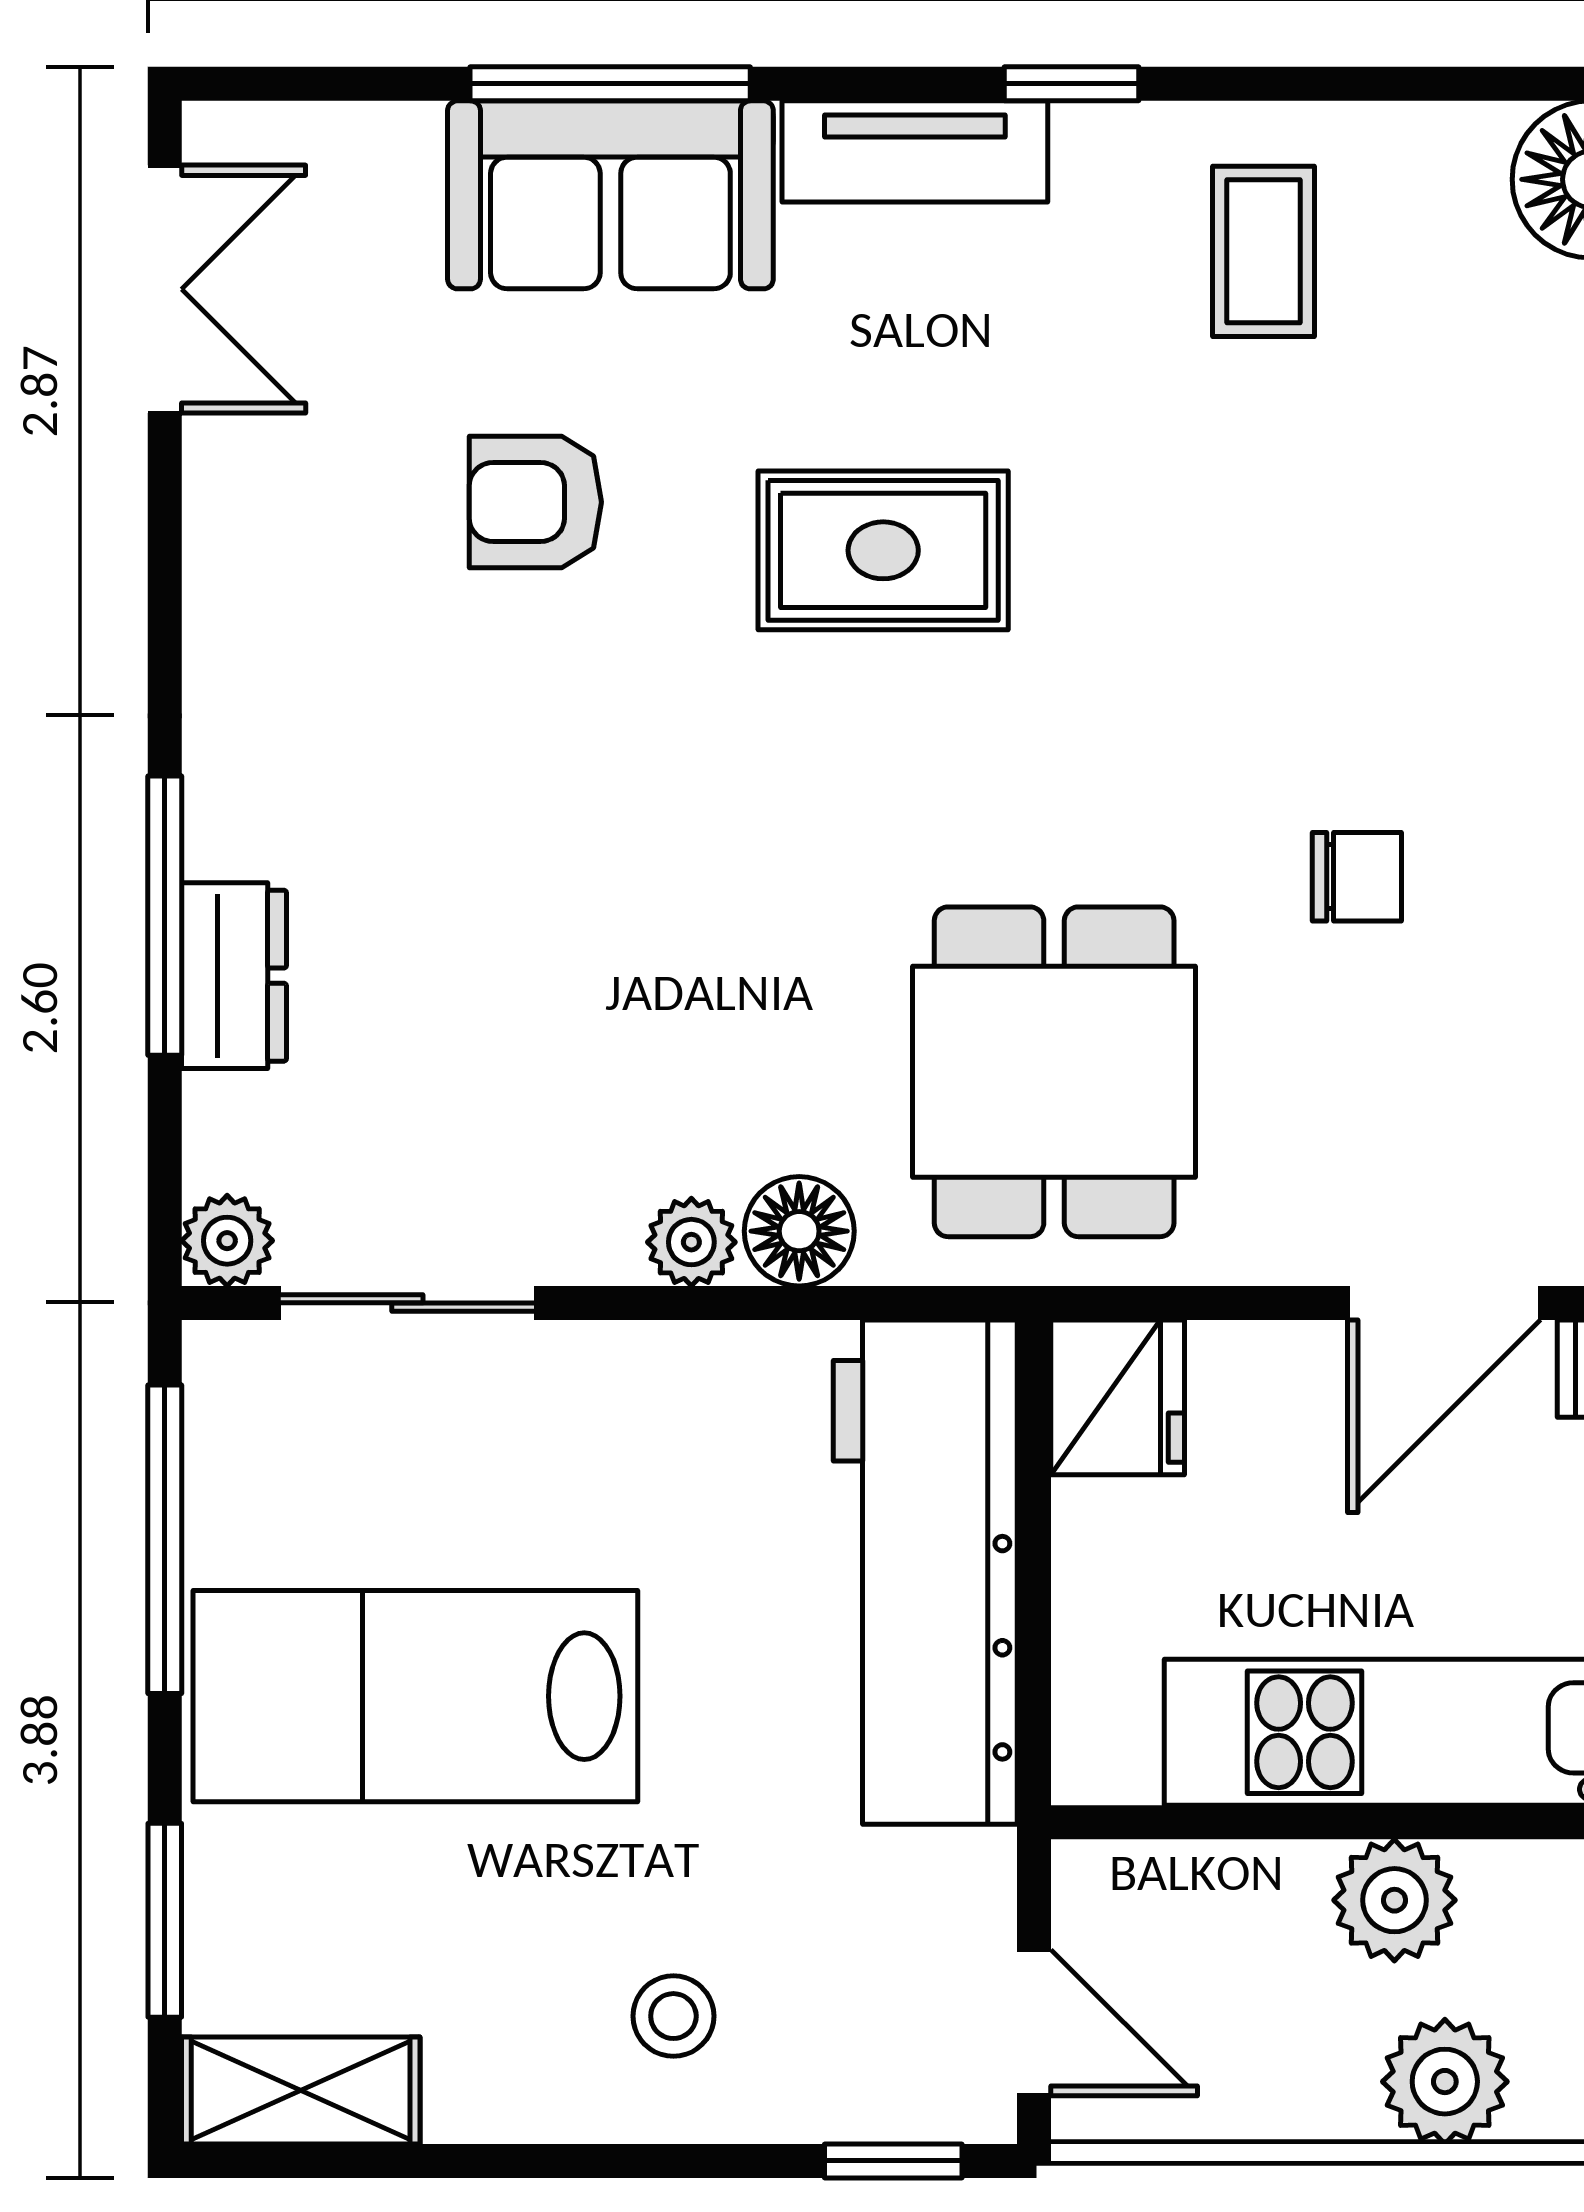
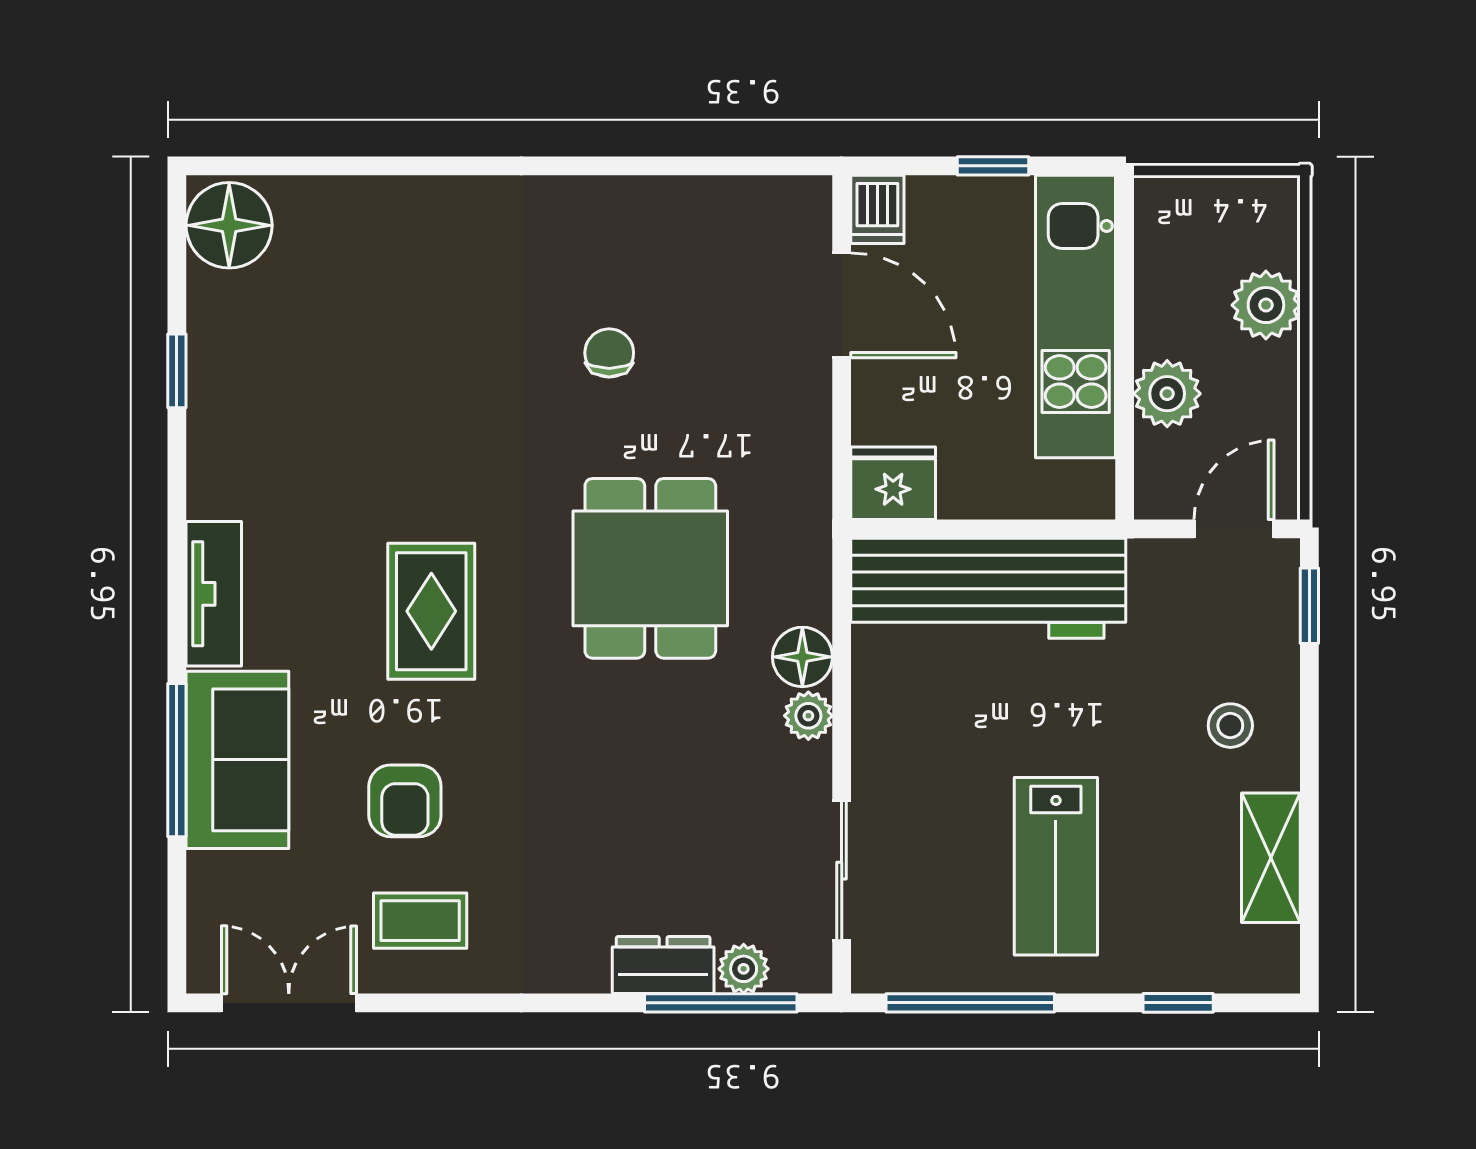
window: (1072, 84) -> (177, 371), moved
coffee table: (1263, 251) -> (420, 921), moved
window: (165, 916) -> (721, 1003), moved
dining table: (1054, 1072) -> (650, 568), moved, turned 90
plant: (227, 1241) -> (744, 969), moved
lab bench: (415, 1696) -> (1056, 866), width x0.73, depth x0.72
plant: (1394, 1900) -> (1167, 394), moved
window: (165, 1920) -> (1178, 1003), width x0.67
shelving: (301, 2090) -> (1271, 858), moved

